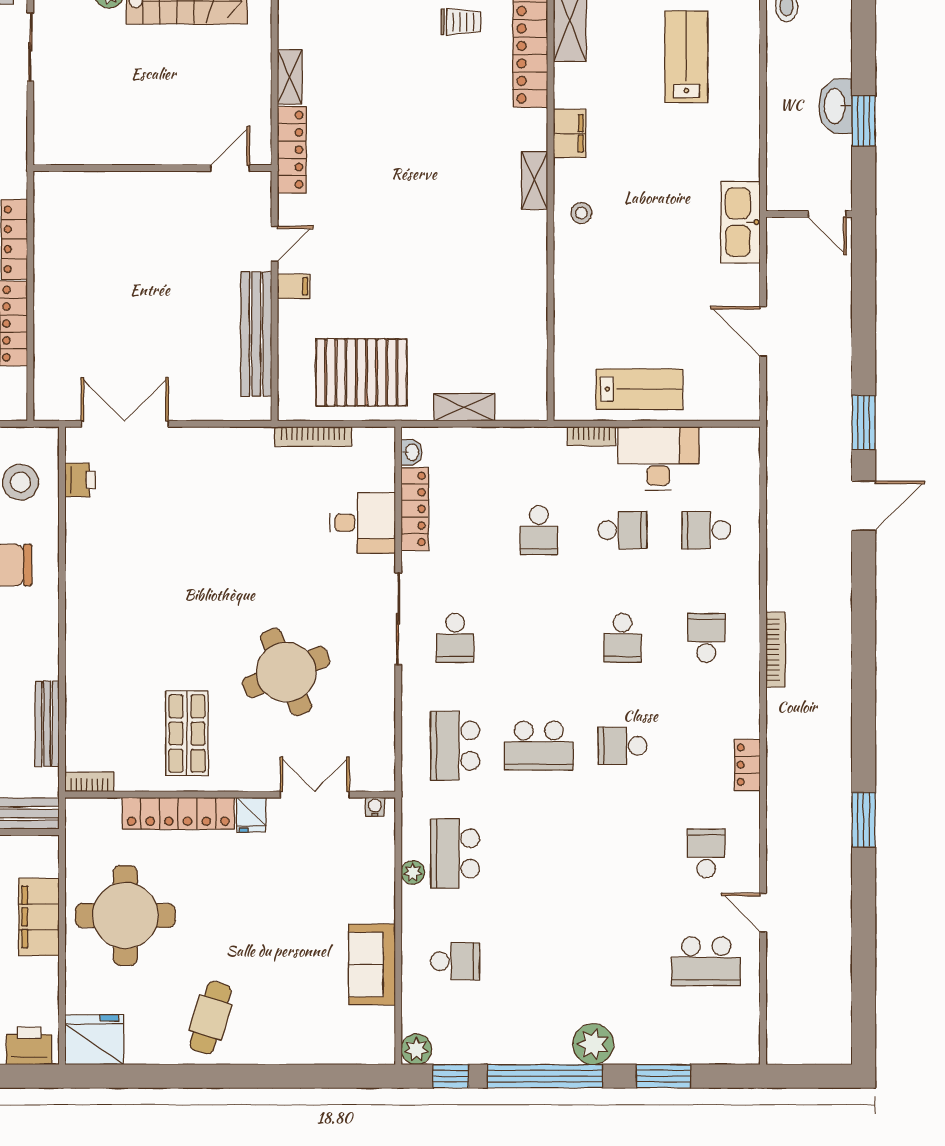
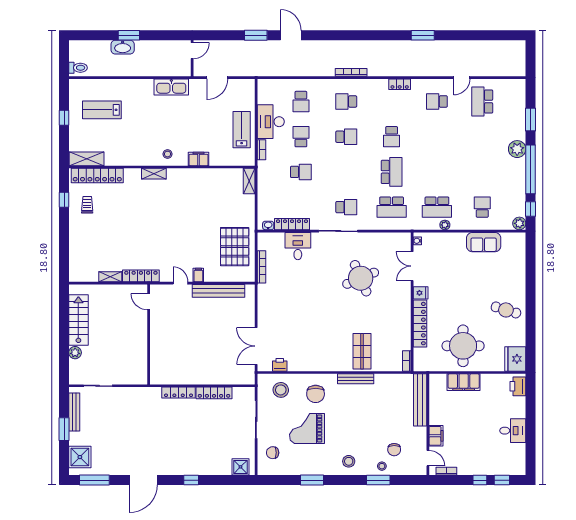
filing cabinet: (569, 133) -> (199, 159), moved
wall: (809, 214) -> (192, 58), moved
door: (827, 214) -> (192, 51), moved
shelving: (464, 407) -> (249, 181), moved
bench: (47, 724) -> (356, 379), moved
shop shelf: (187, 734) -> (362, 351), moved, turned 90
school desk: (706, 961) -> (482, 101), turned 180

